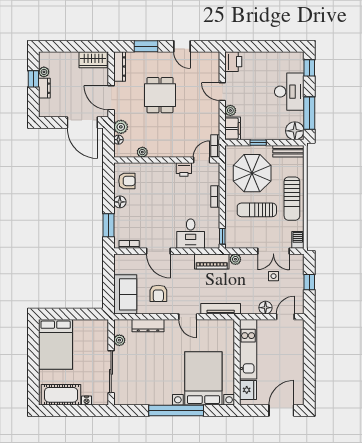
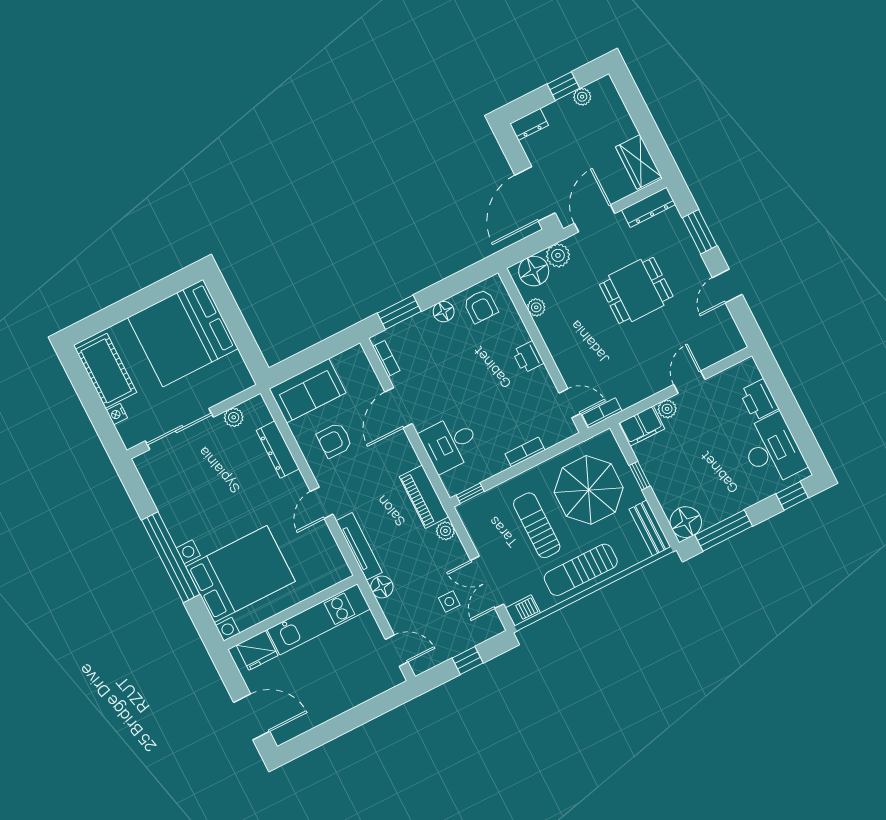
printer: (233, 62) -> (759, 400), moved, turned 90
dresser: (44, 88) -> (529, 124), moved
desk: (289, 92) -> (772, 450), moved, turned -90
floor lamp: (118, 140) -> (534, 271), width x1.89, depth x1.89
printer: (184, 170) -> (528, 357), moved
floor lamp: (265, 308) -> (382, 587), moved
bed: (56, 344) -> (183, 333), width x1.36

